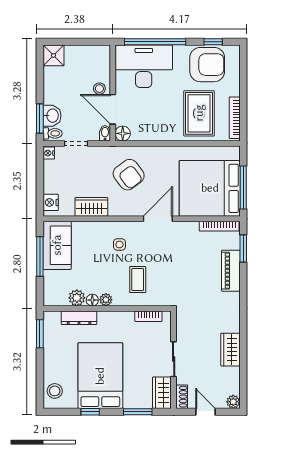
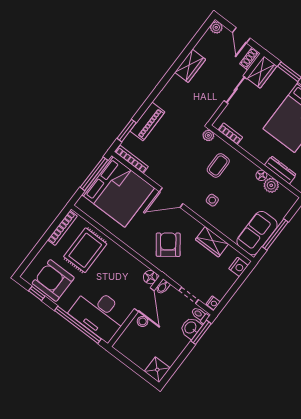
plant: (106, 300) -> (208, 135), moved

